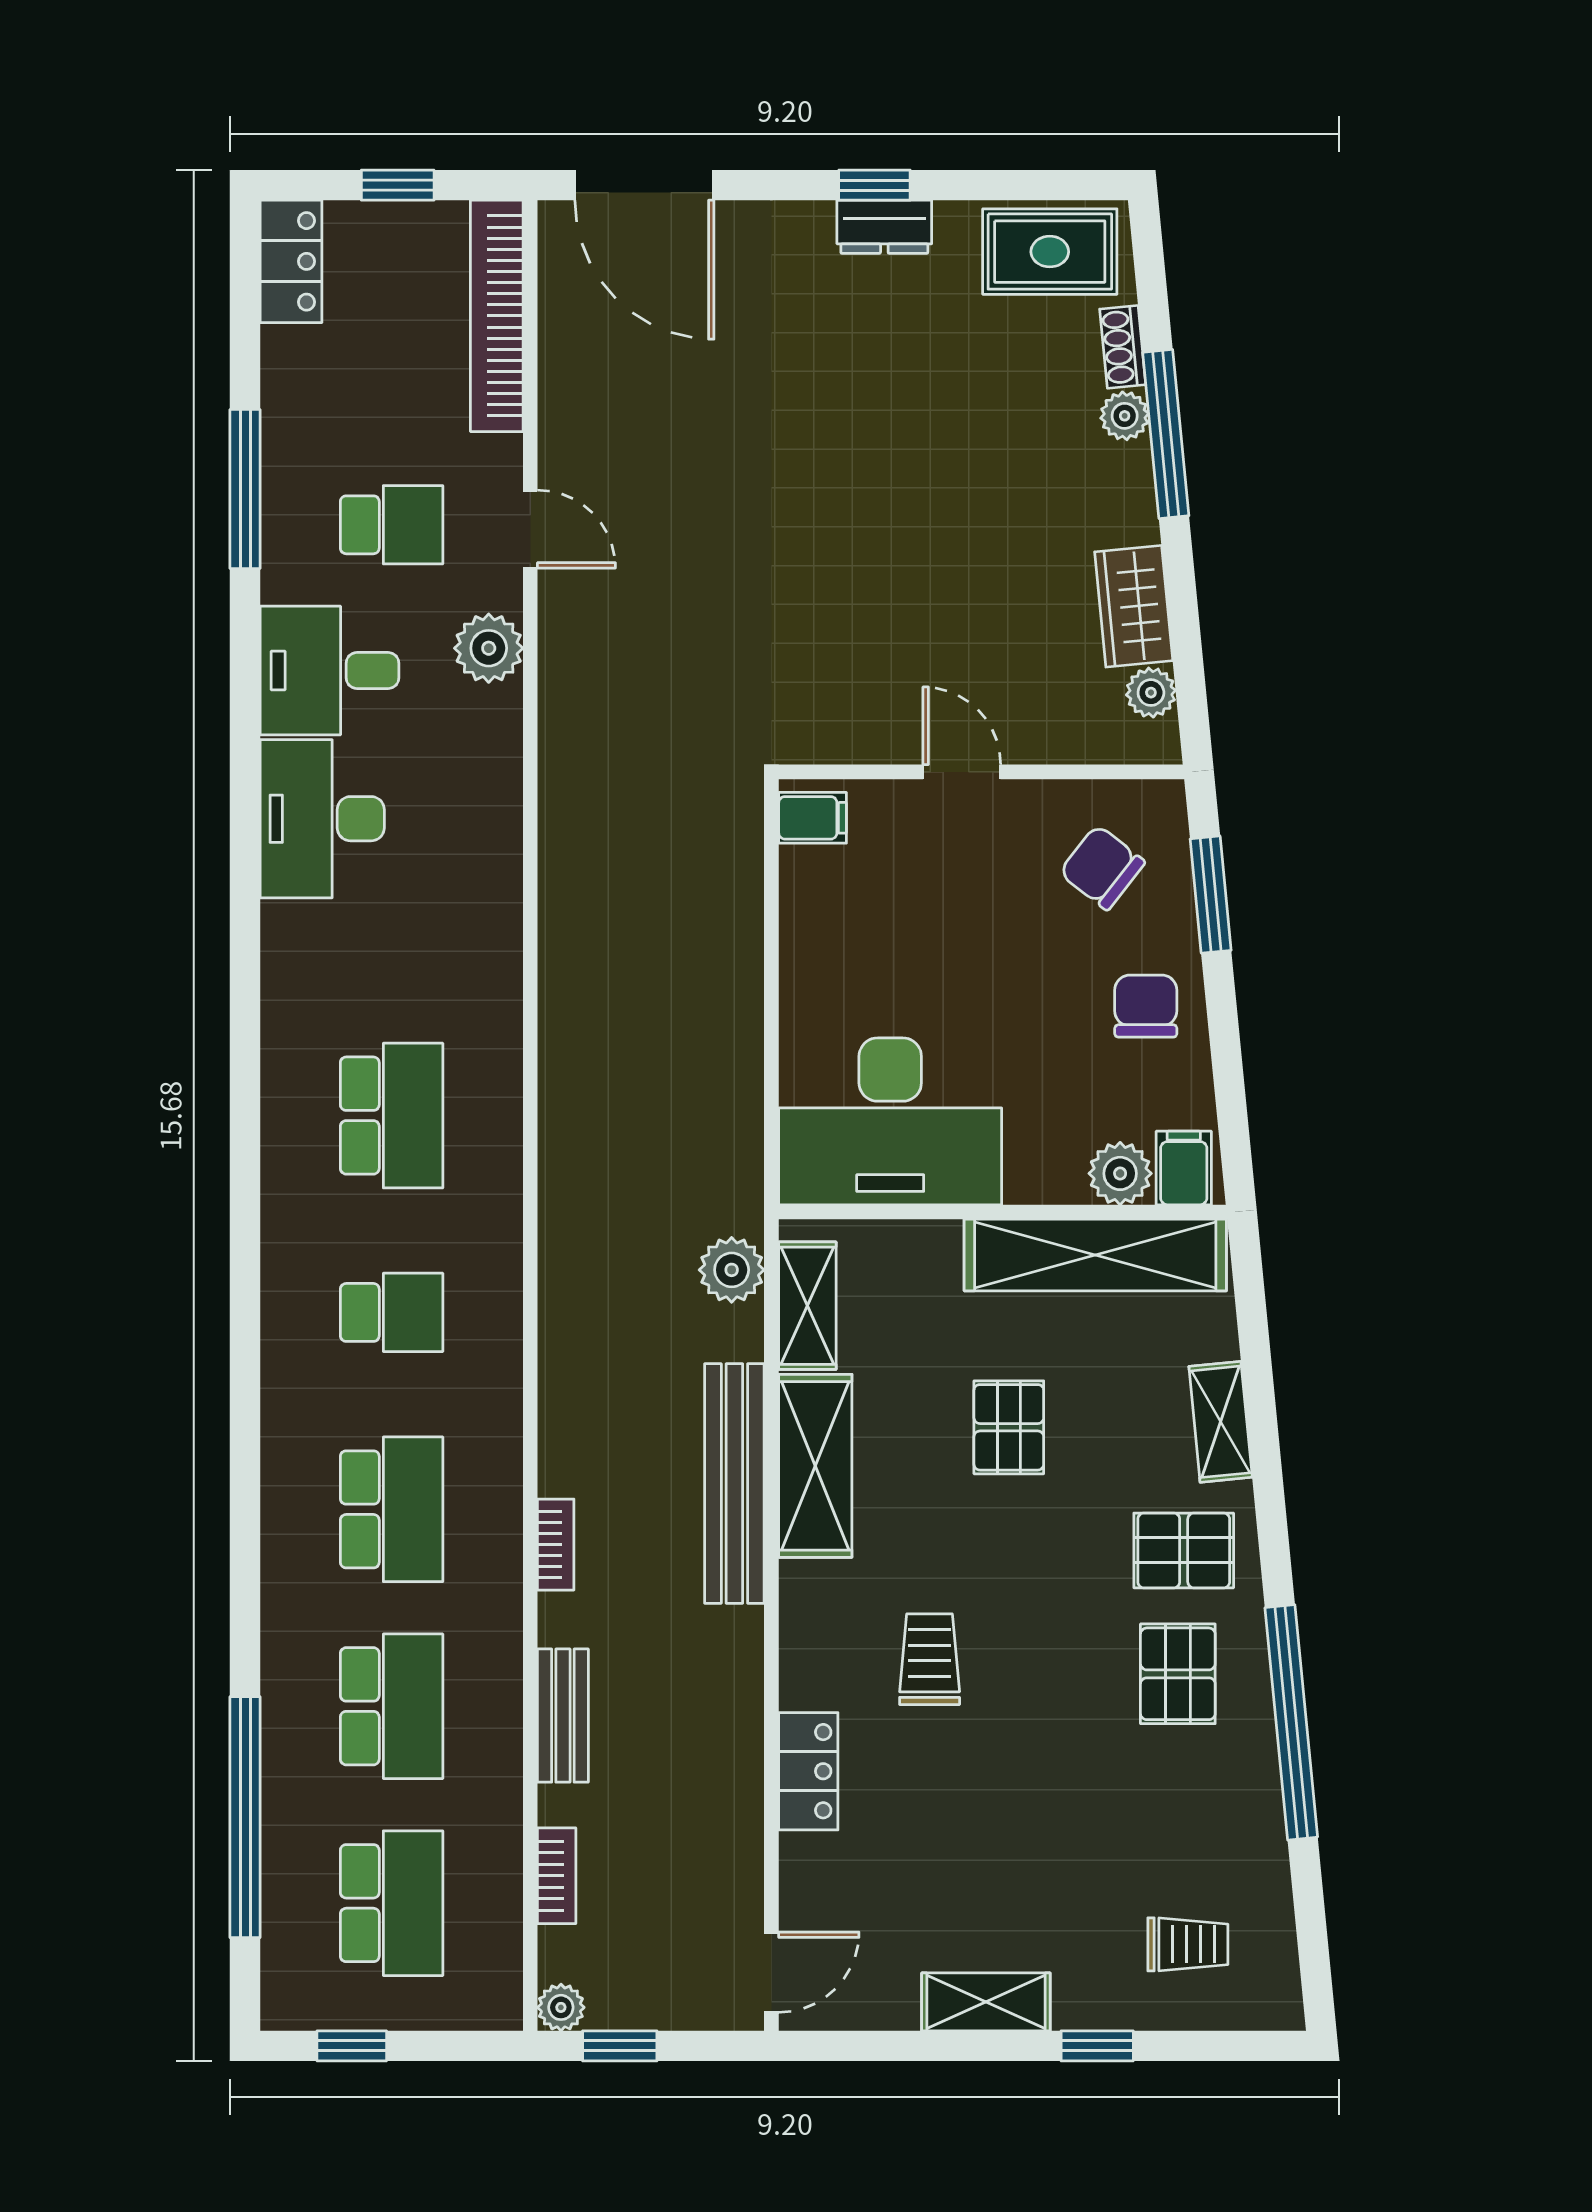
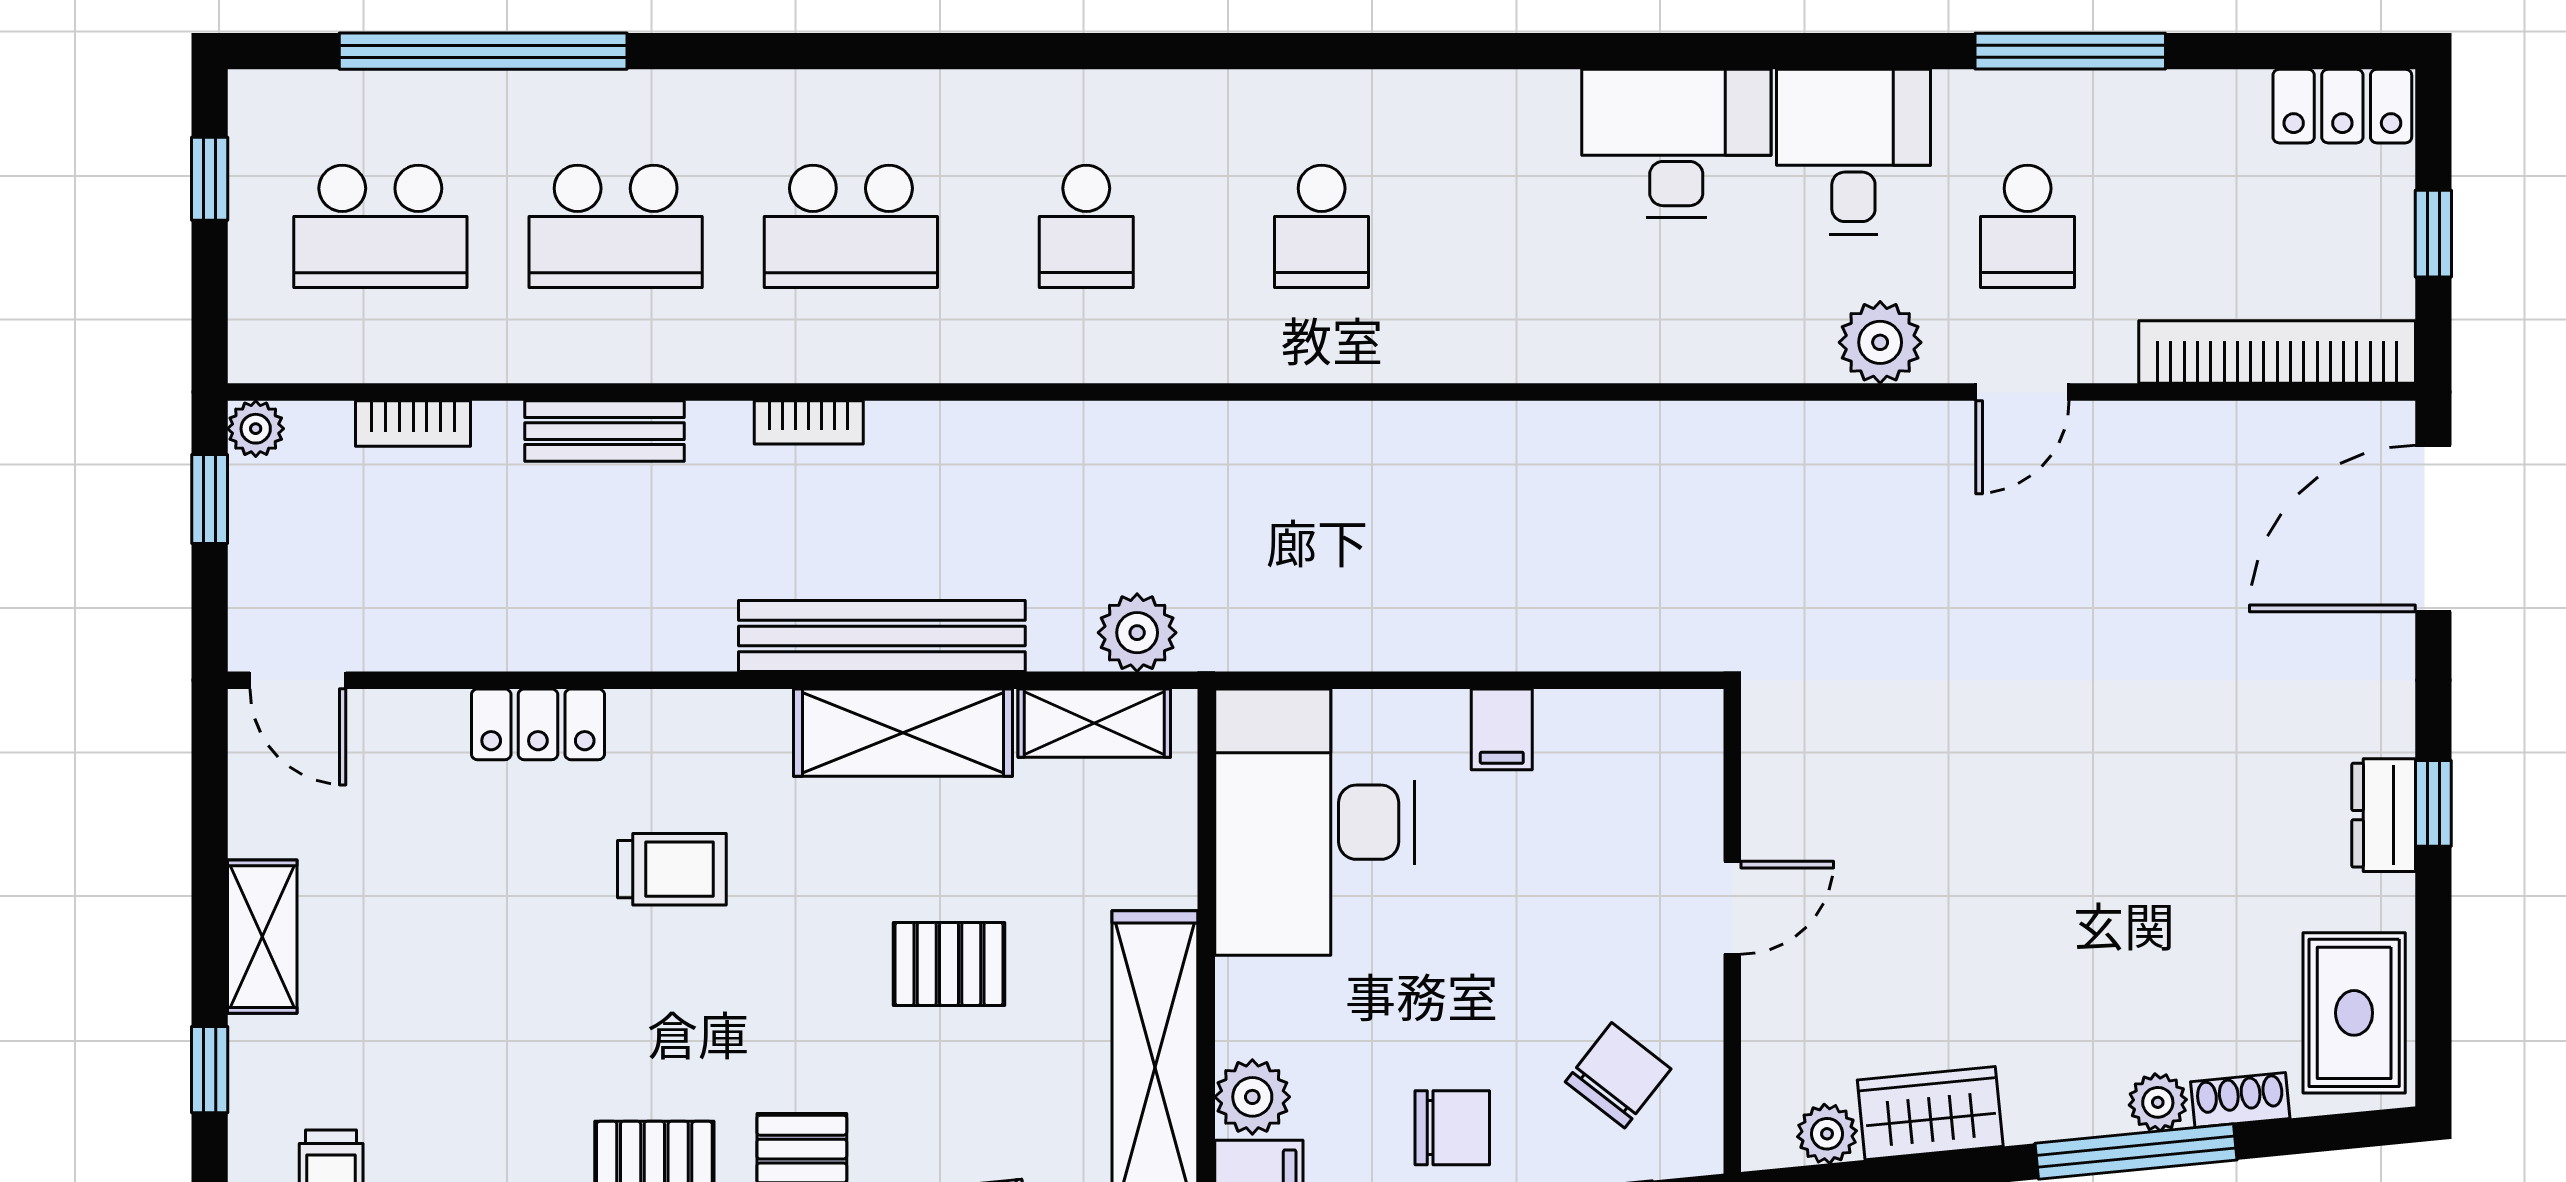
filing cabinet: (813, 818) -> (1502, 729), moved
school desk: (392, 1116) -> (1322, 226), width x0.54

